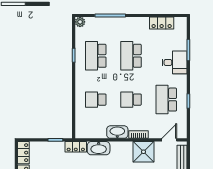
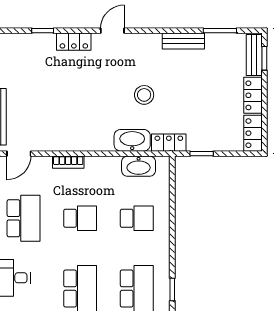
washbasin: (117, 132) -> (139, 166), moved
shower: (143, 152) -> (60, 135), removed

